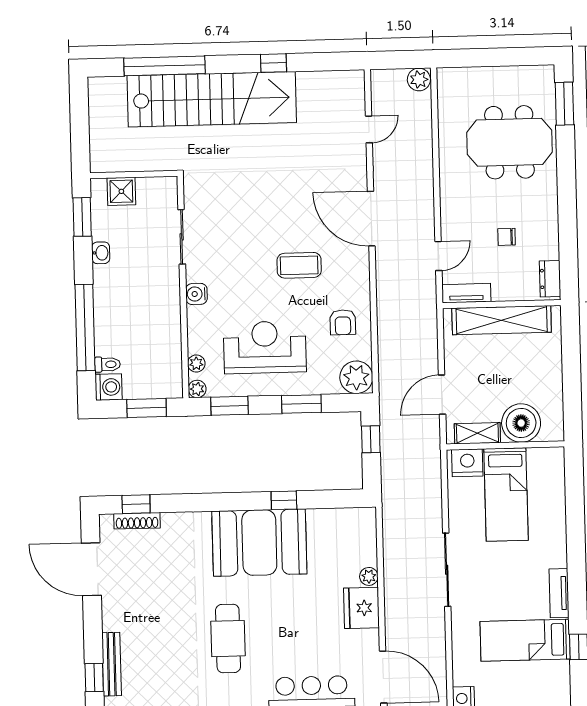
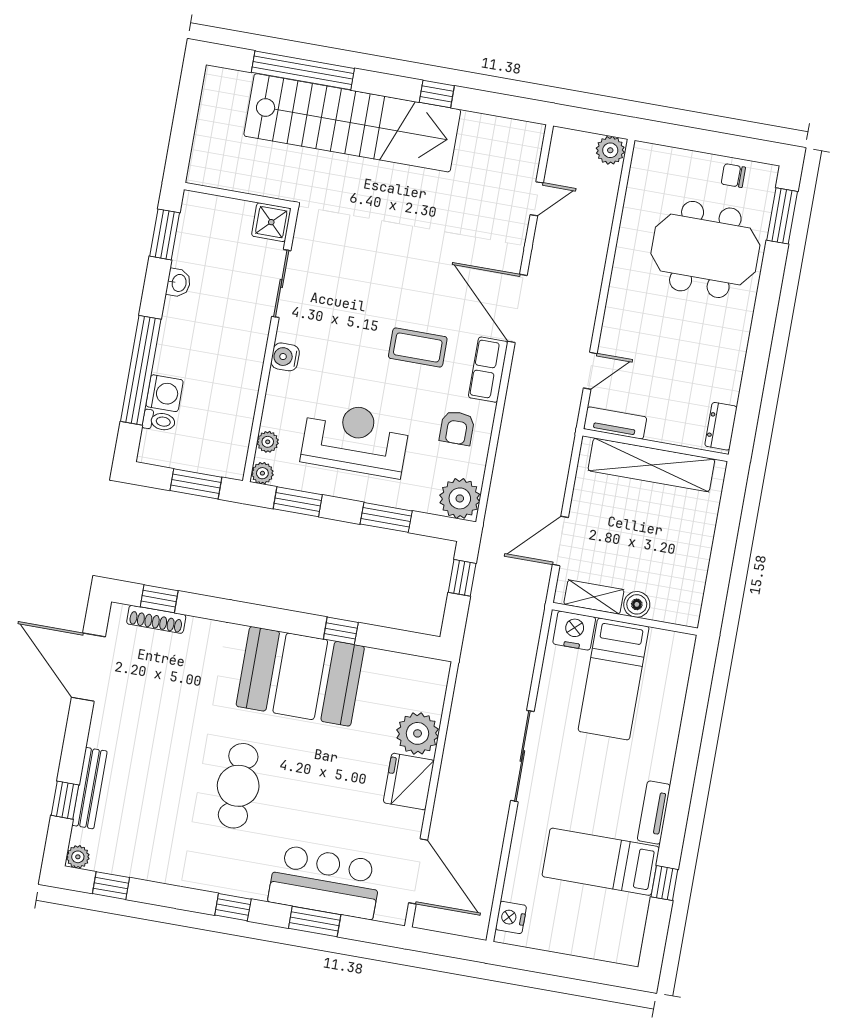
shower: (121, 191) -> (271, 222), moved
chair: (507, 237) -> (733, 176), moved
row of seats: (358, 271) -> (488, 370), added
washing machine: (109, 387) -> (164, 393), moved
boiler: (521, 423) -> (637, 604), width x0.54, depth x0.54
plant: (369, 576) -> (418, 733), width x1.88, depth x1.88

